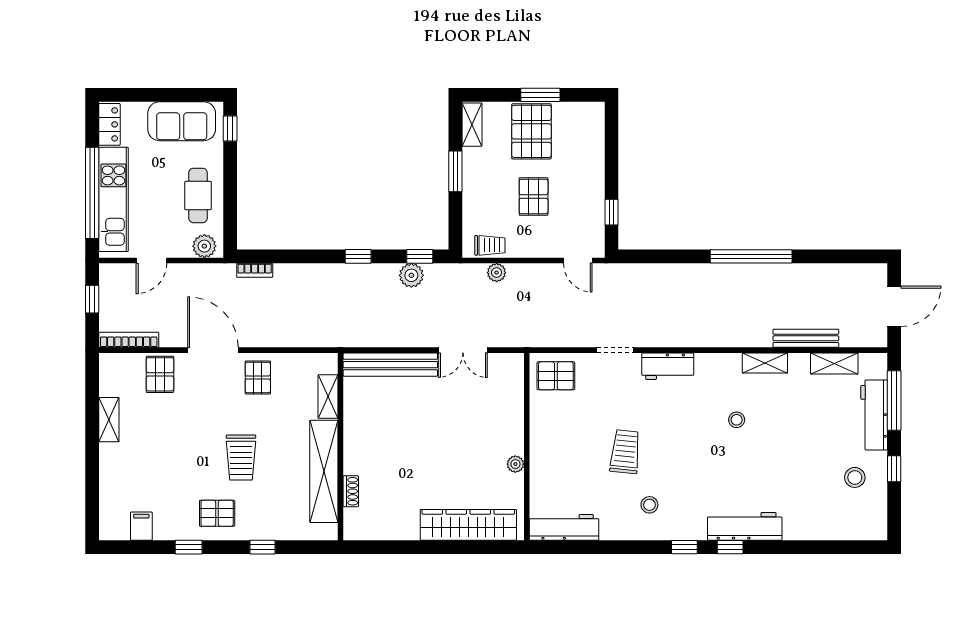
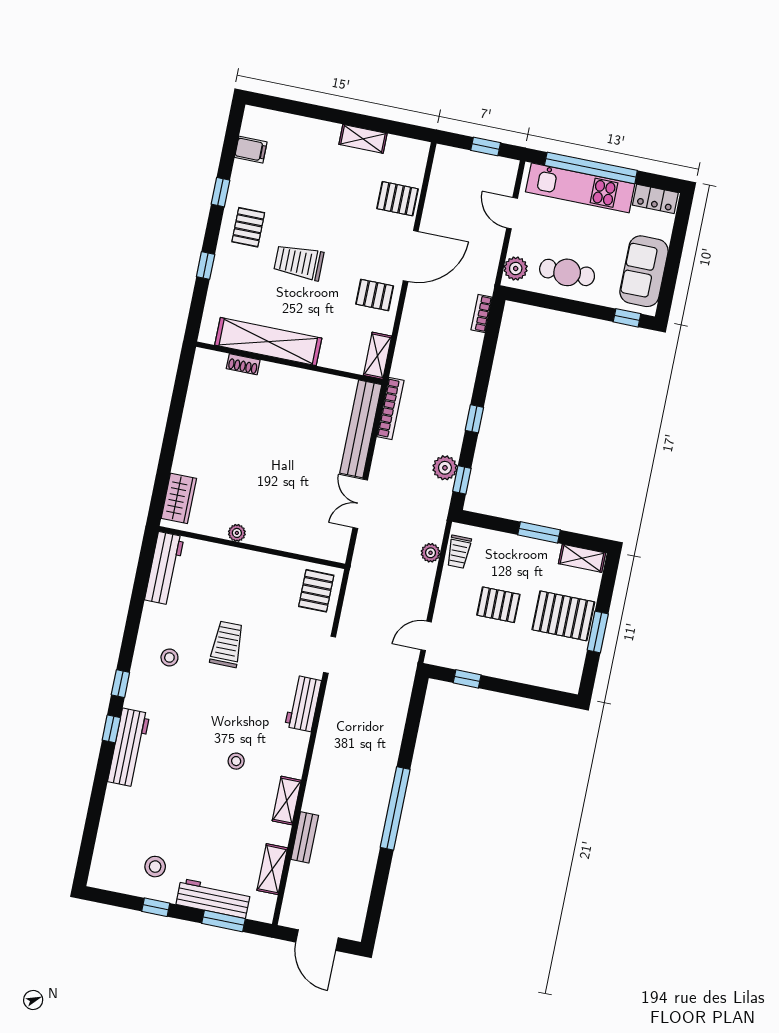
bench: (806, 338) -> (305, 837), width x0.73
bookcase: (129, 340) -> (390, 408), moved
shelving: (328, 397) -> (378, 356), moved, turned 90
window: (894, 401) -> (223, 921), width x0.69
trolley: (625, 452) -> (227, 644), turned -96
wardrobe: (468, 525) -> (179, 498), width x0.48, depth x0.85

